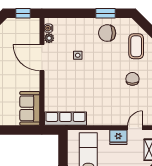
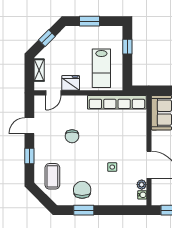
chair: (107, 33) -> (82, 190), turned -90
chair: (132, 79) -> (72, 136), moved
row of seats: (65, 119) -> (117, 102), width x1.36

